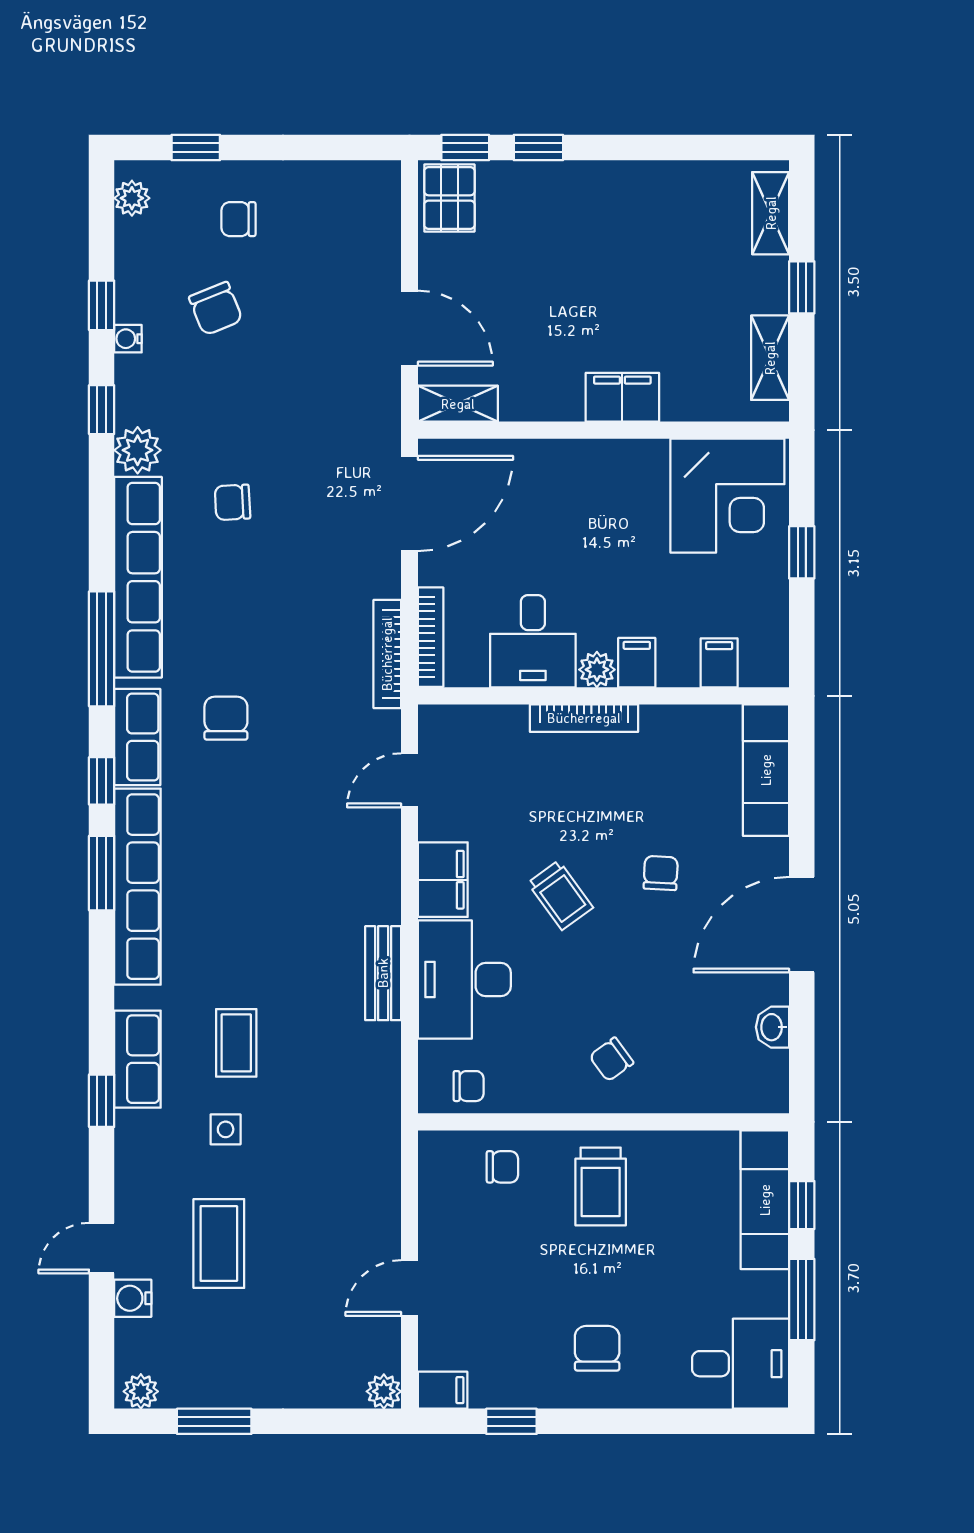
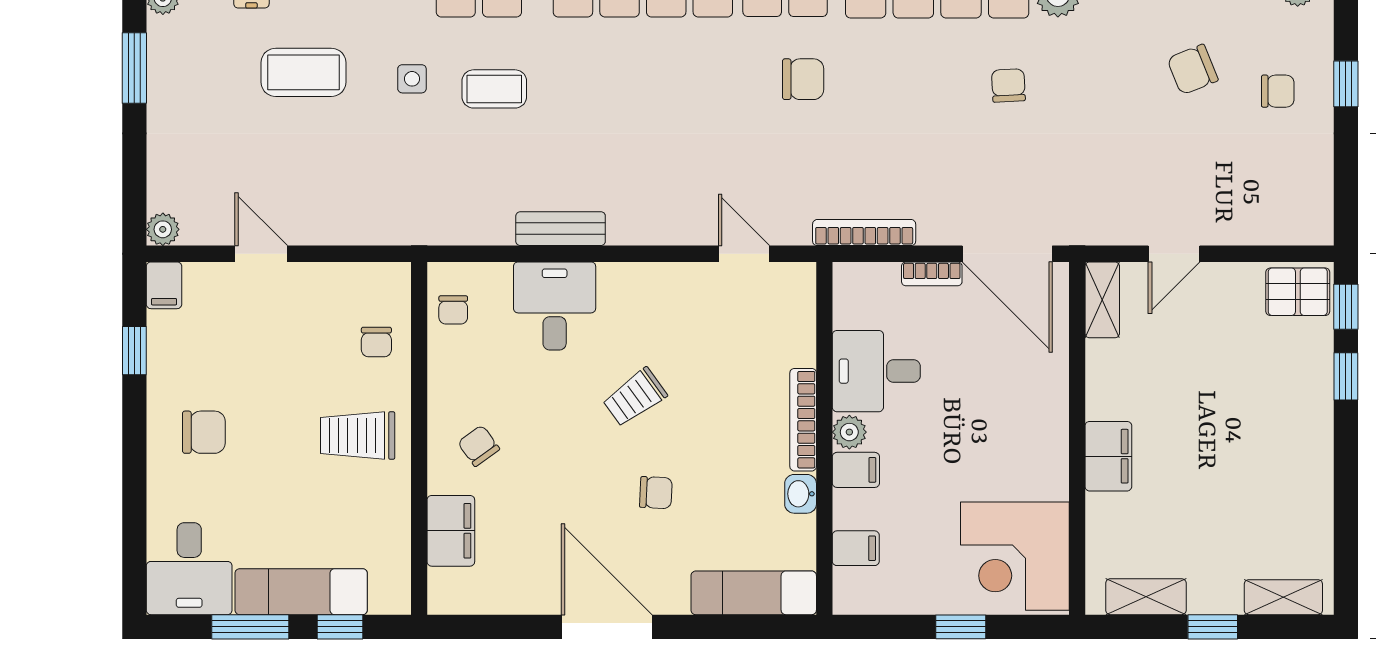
window: (196, 148) -> (1346, 84), moved
chair: (239, 219) -> (1278, 91), turned 90
door: (409, 328) -> (1174, 254), width x0.73
bookcase: (431, 637) -> (932, 274), moved, width x0.64
filing cabinet: (443, 880) -> (451, 531), moved, turned -90
desk: (464, 979) -> (555, 306), width x0.73
washbasin: (773, 1027) -> (801, 494), moved, turned -90
exam couch: (765, 1200) -> (301, 592), moved

